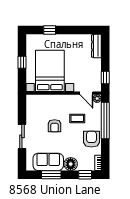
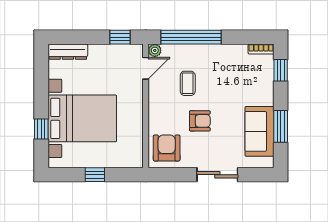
bed with nightstands: (50, 71) -> (82, 118), moved, turned 180
armchair: (91, 139) -> (167, 148), moved, turned 90
floor lamp: (71, 164) -> (263, 94), removed

